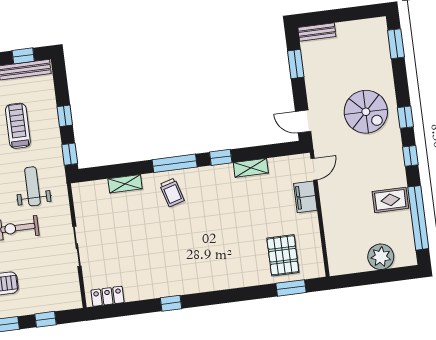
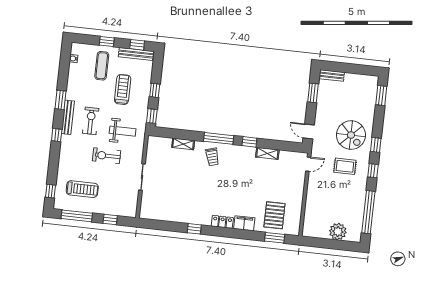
weight bench: (32, 186) -> (123, 131), turned 90
filing cabinet: (305, 197) -> (244, 223), moved, turned 90
rug: (390, 200) -> (345, 166), moved
locker: (108, 296) -> (222, 222), moved

